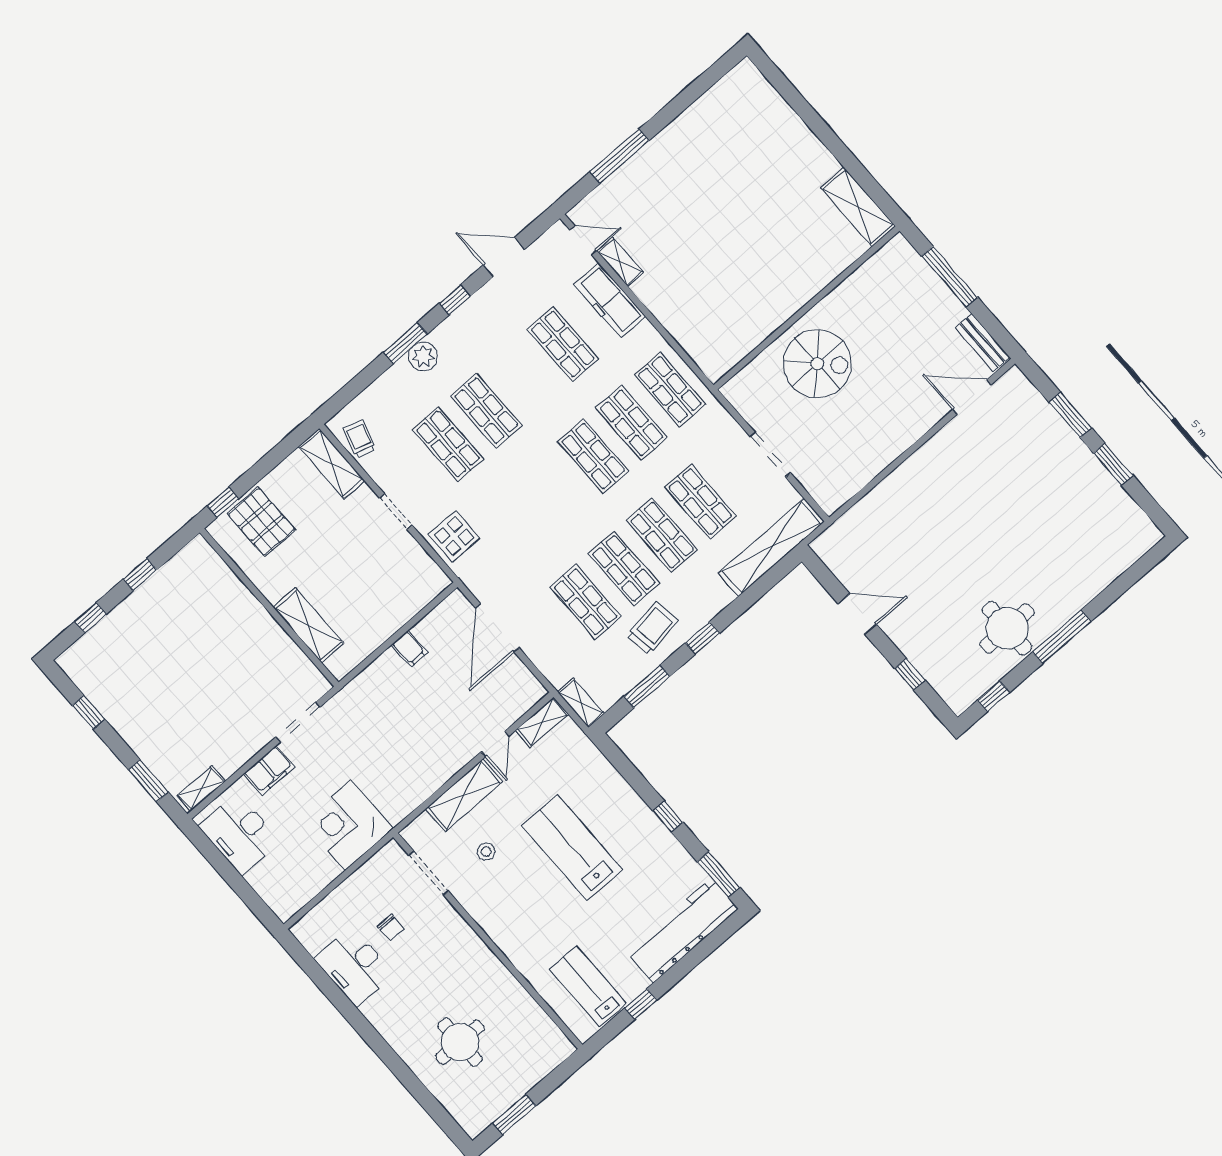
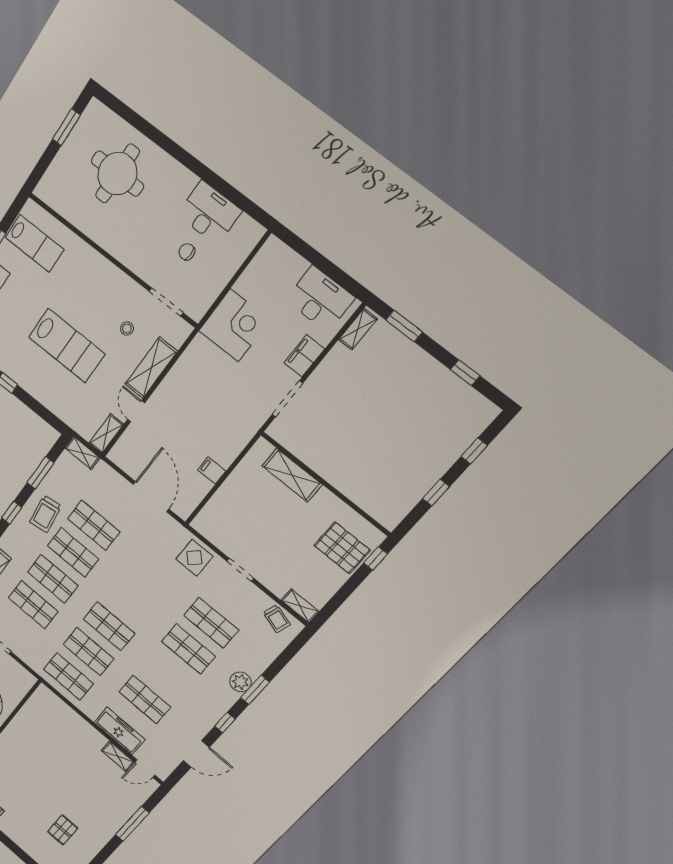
pallet: (731, 151) -> (63, 830), added
shelving: (332, 464) -> (300, 606), width x0.67, depth x0.75
round table: (460, 1042) -> (117, 174), width x1.36, depth x1.36

